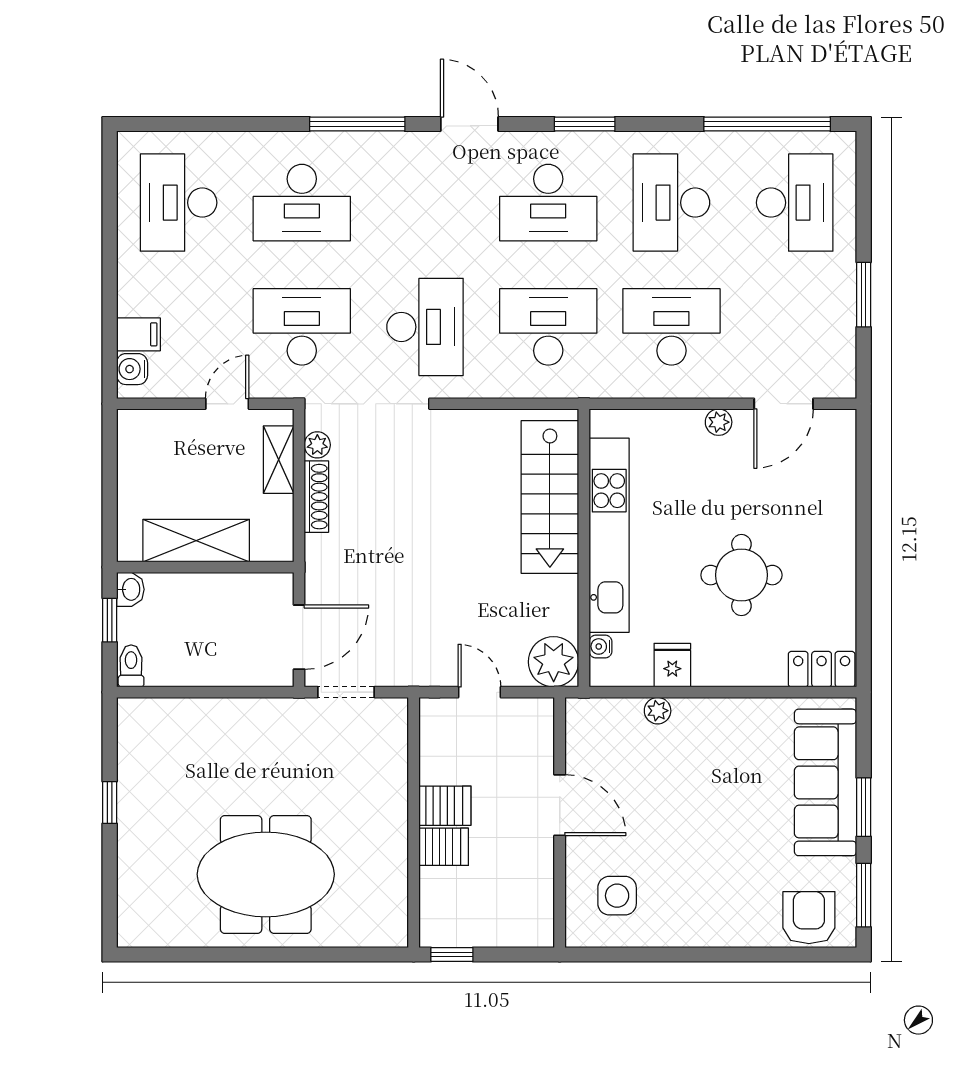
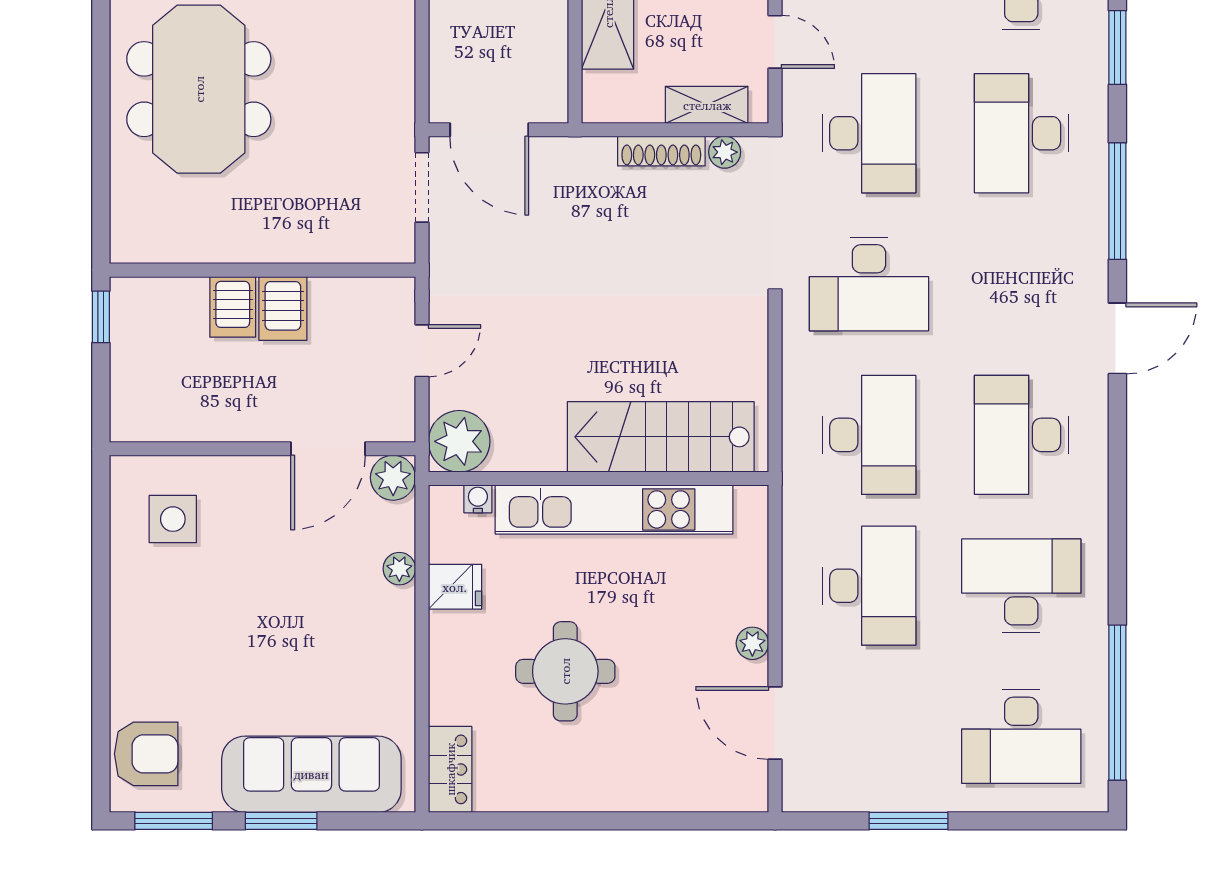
window: (585, 124) -> (1117, 48), moved
plant: (583, 716) -> (393, 478), added
door: (560, 805) -> (328, 449), moved

